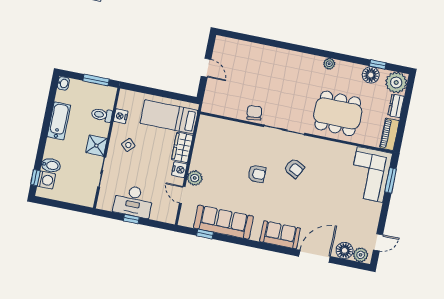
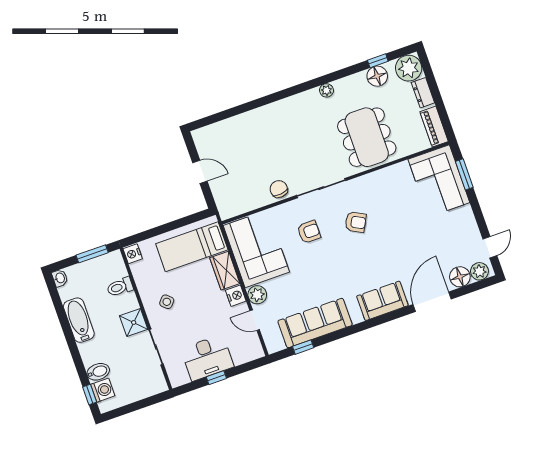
dining table: (338, 113) -> (367, 137), turned 90
nightstand: (121, 116) -> (133, 254), moved
corner sofa: (213, 145) -> (256, 249), added
armchair: (257, 174) -> (309, 232), moved

